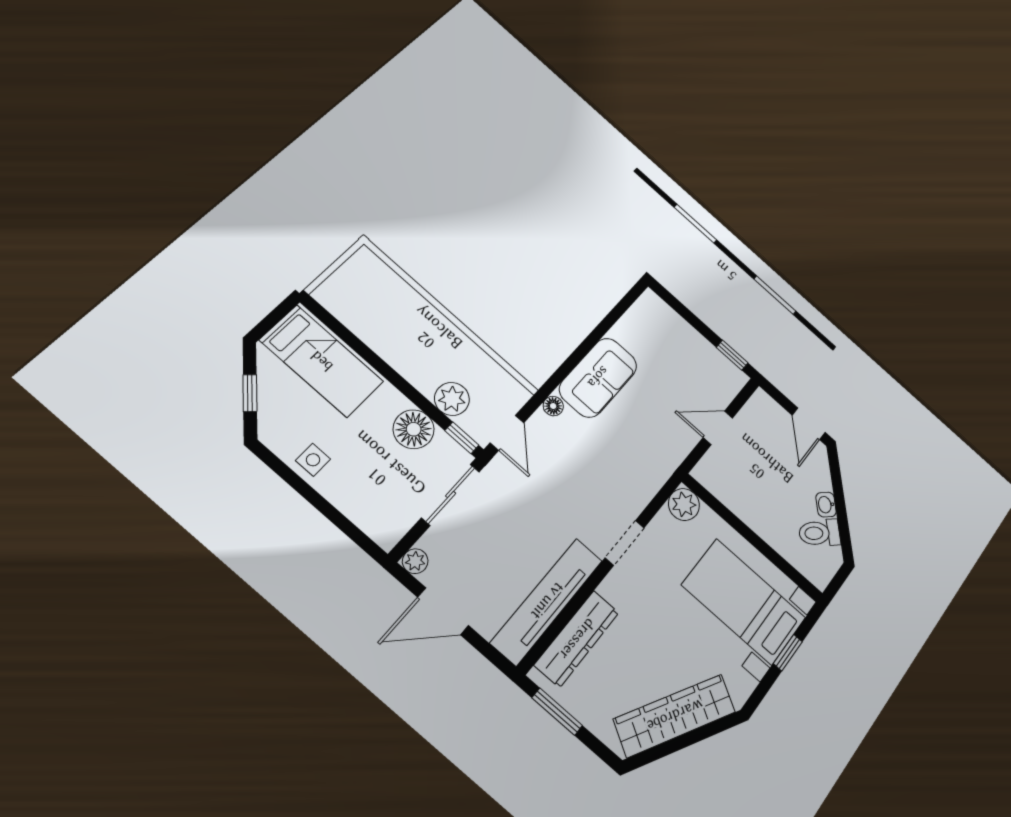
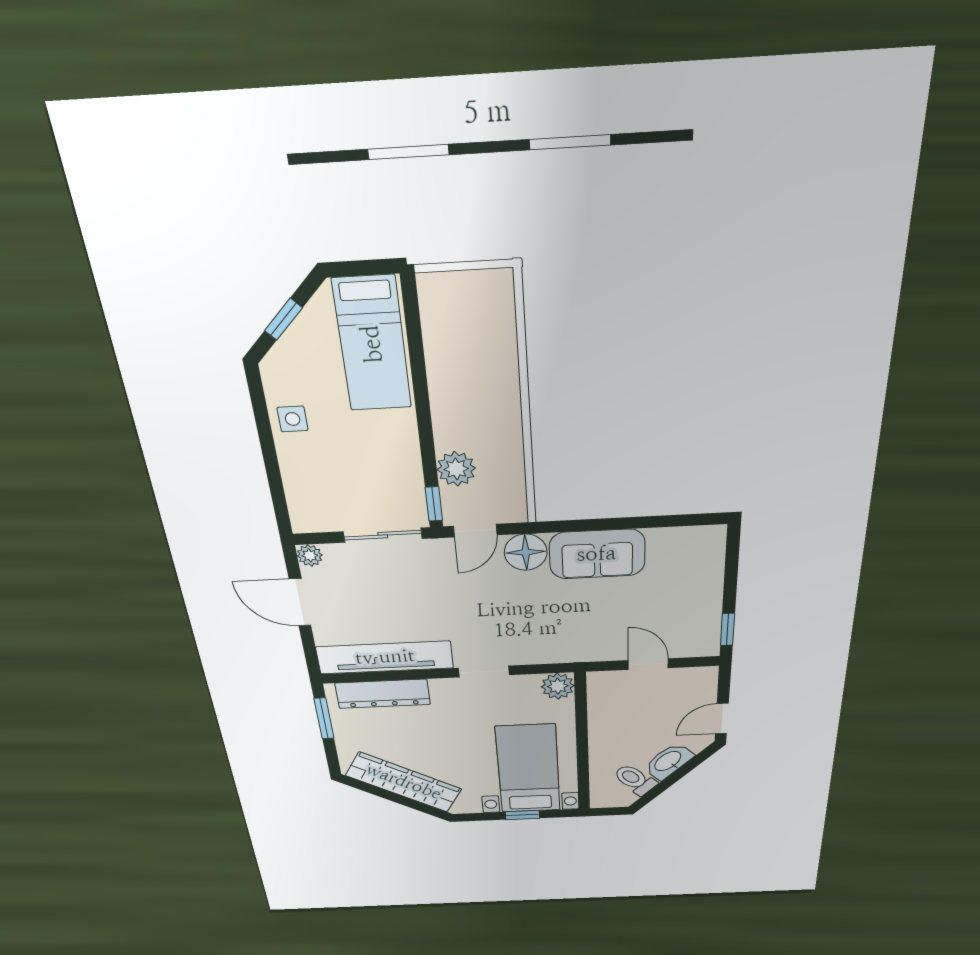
floor lamp: (553, 406) -> (526, 552), width x1.89, depth x1.89
floor lamp: (414, 429) -> (400, 465), removed
washbasin: (826, 505) -> (668, 761), width x1.91, depth x1.45

